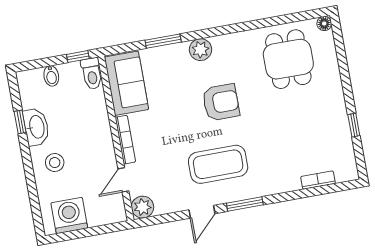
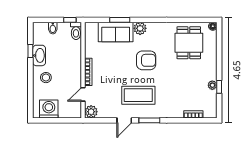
sofa: (126, 83) -> (116, 32), moved, turned 90
plant: (342, 124) -> (212, 85), added

